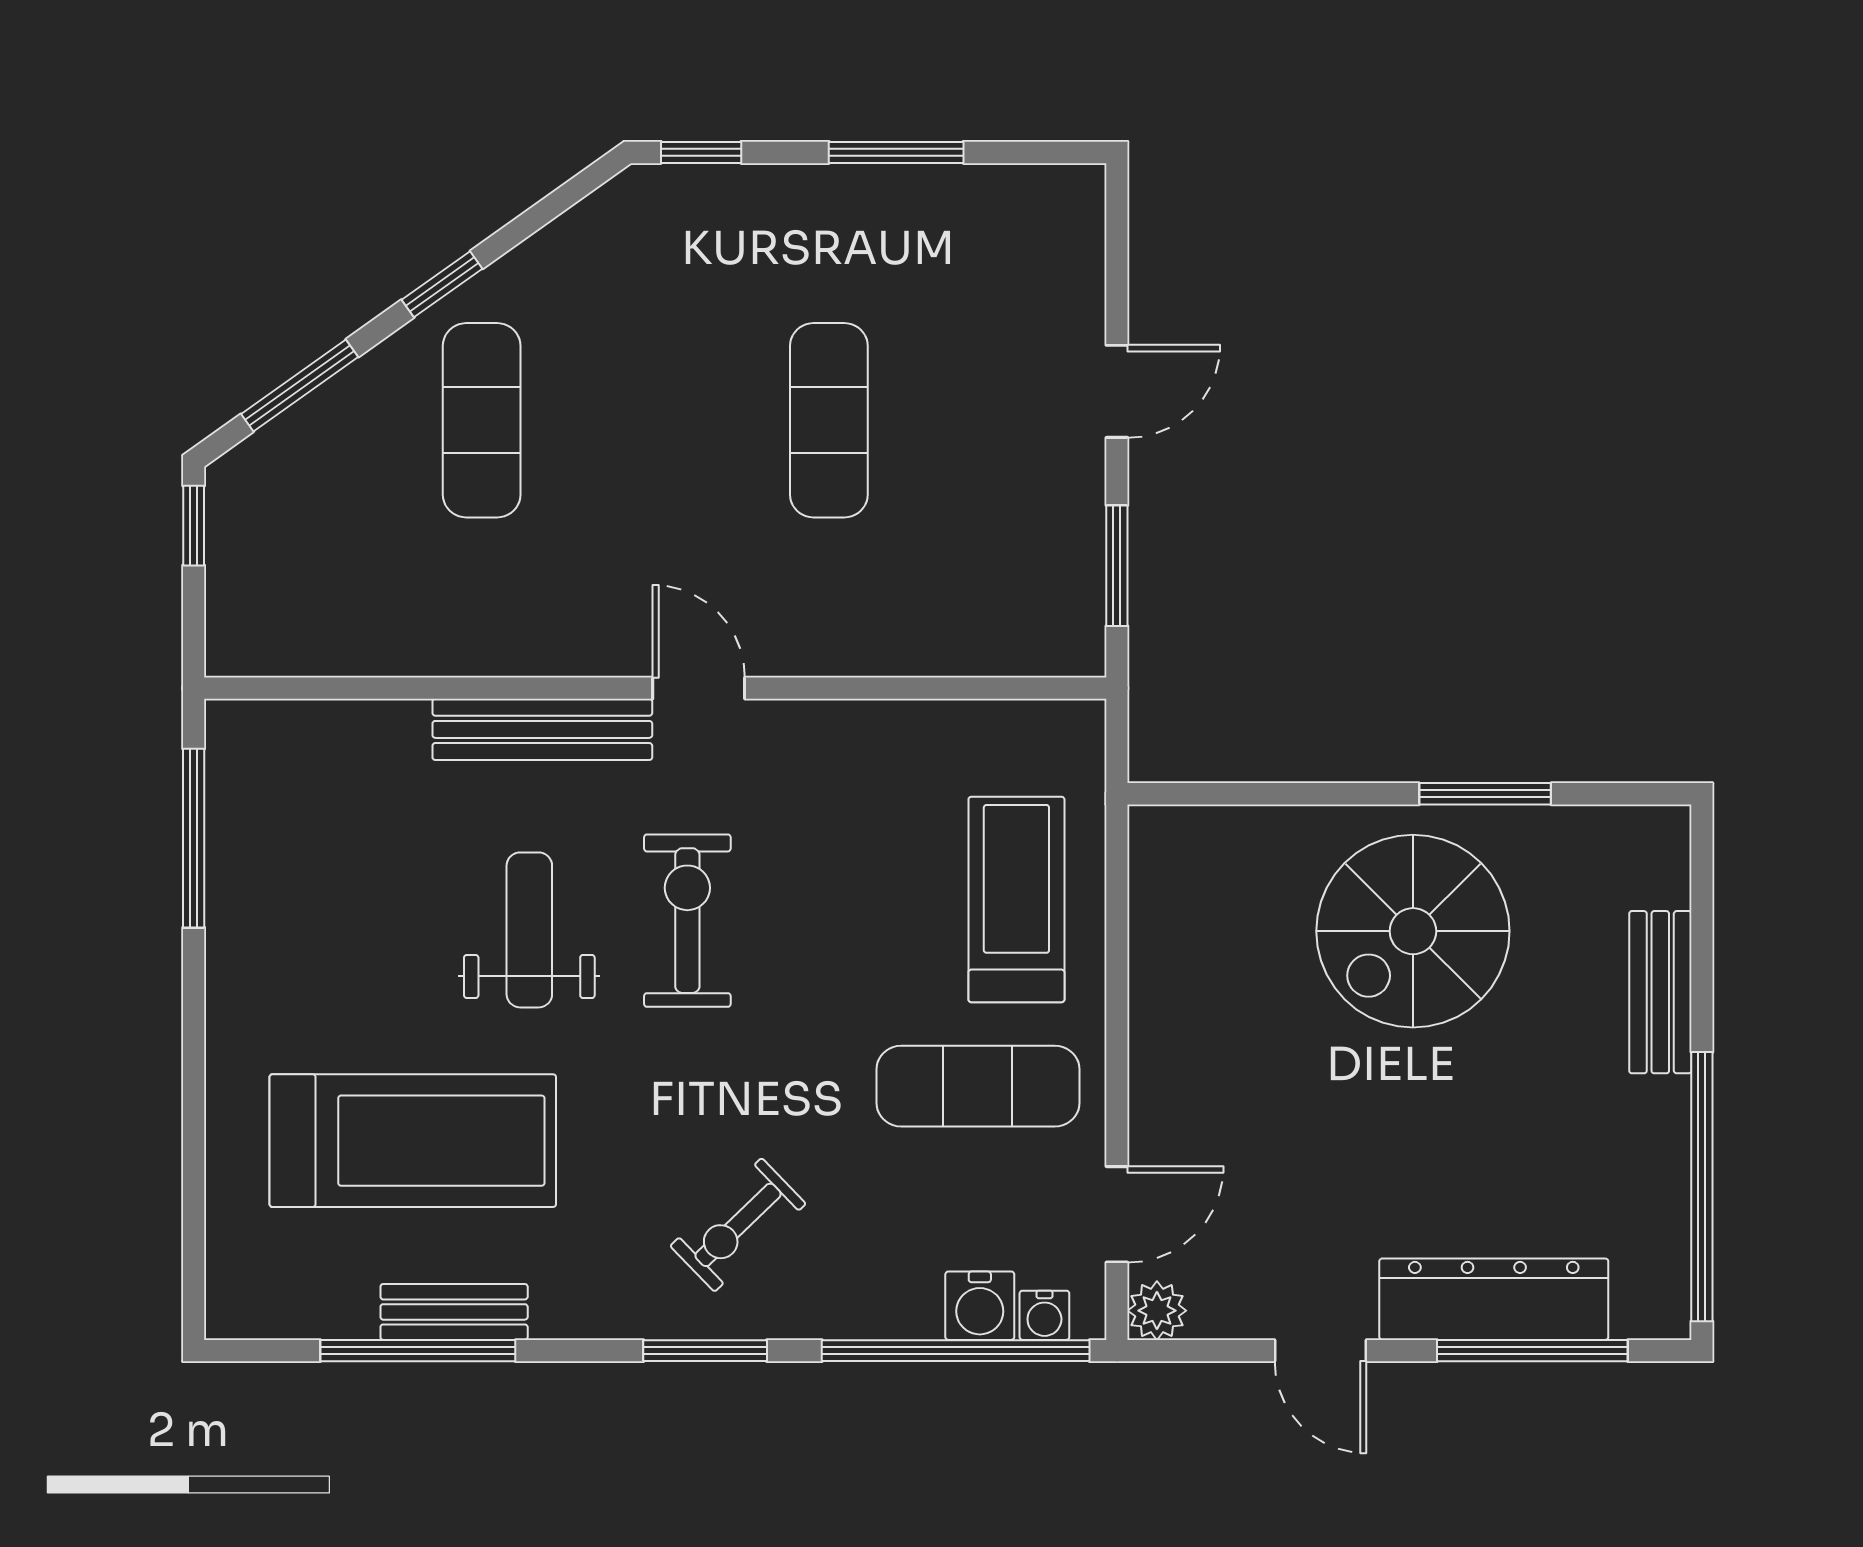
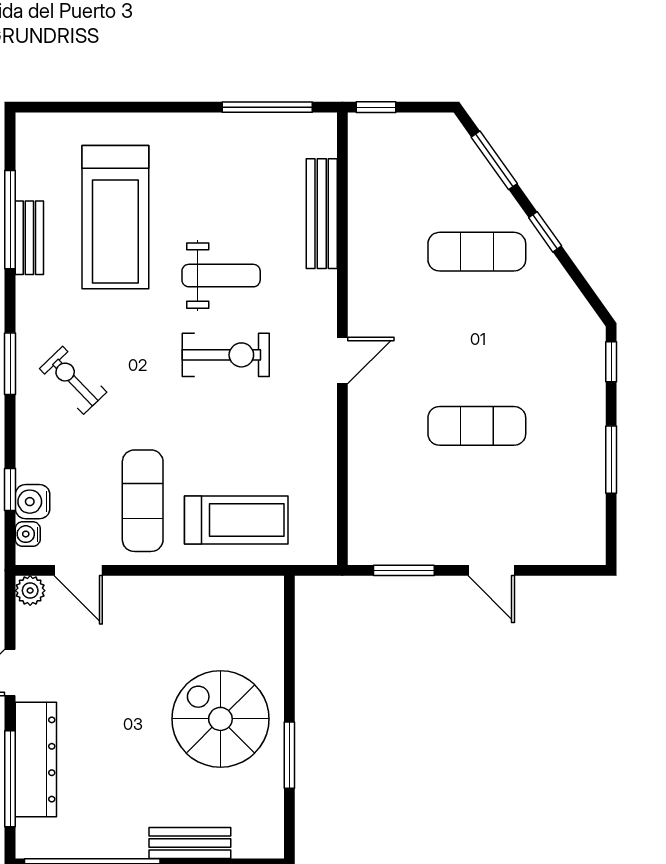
window: (194, 526) -> (376, 107), moved
bench: (542, 729) -> (322, 214), moved
window: (956, 1351) -> (10, 489), width x0.32

